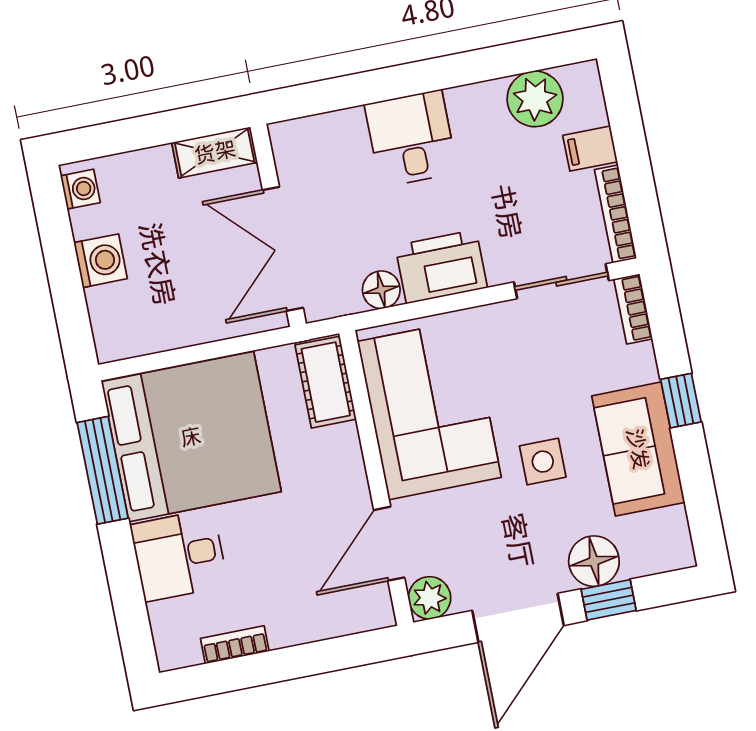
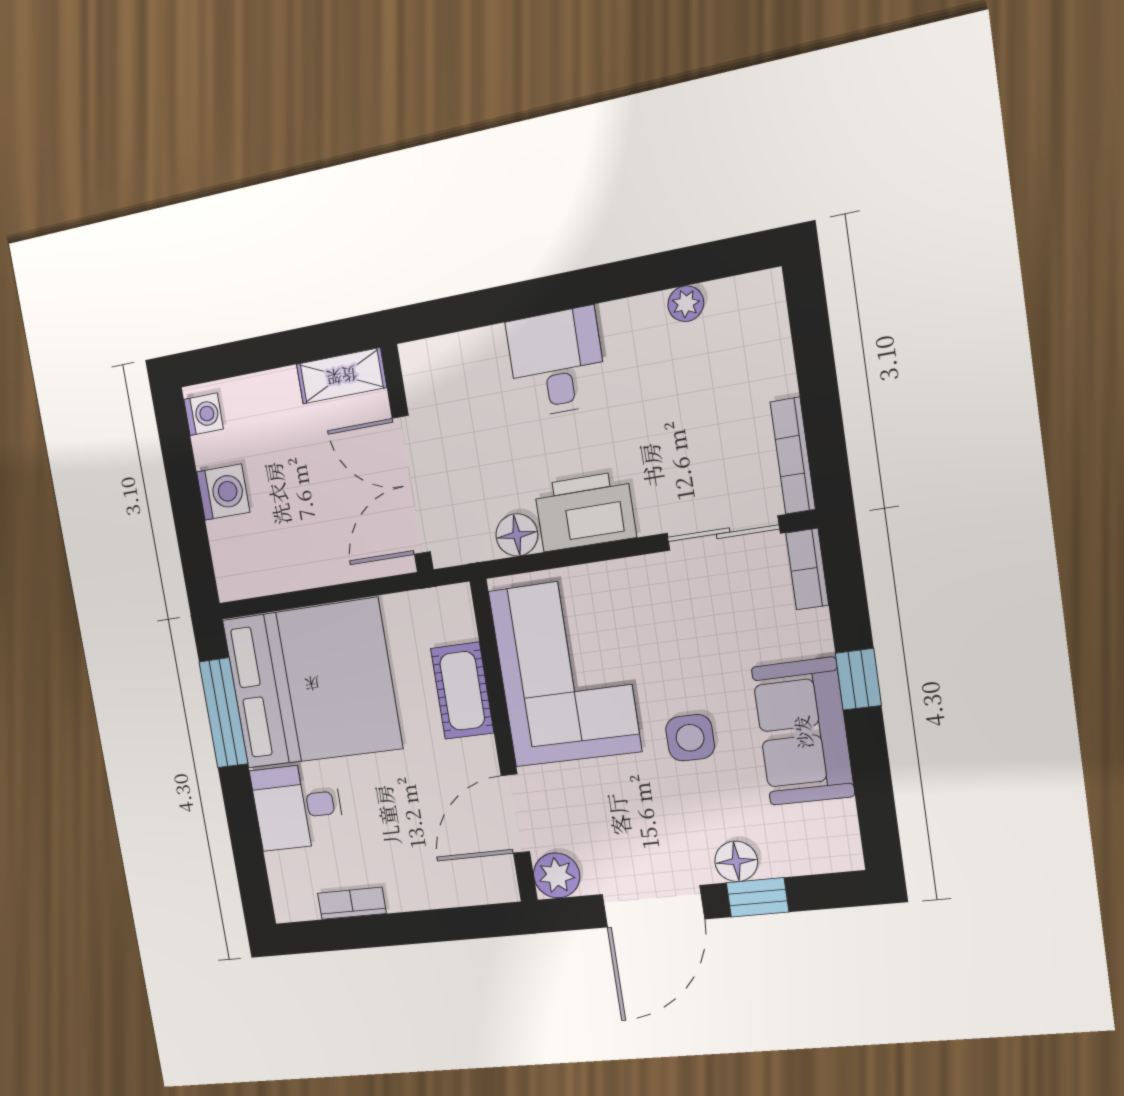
plant: (535, 99) -> (686, 304), width x0.53, depth x0.53
filing cabinet: (590, 149) -> (767, 377), removed
cot: (326, 382) -> (462, 691), moved
floor lamp: (594, 561) -> (736, 861), width x0.73, depth x0.73

